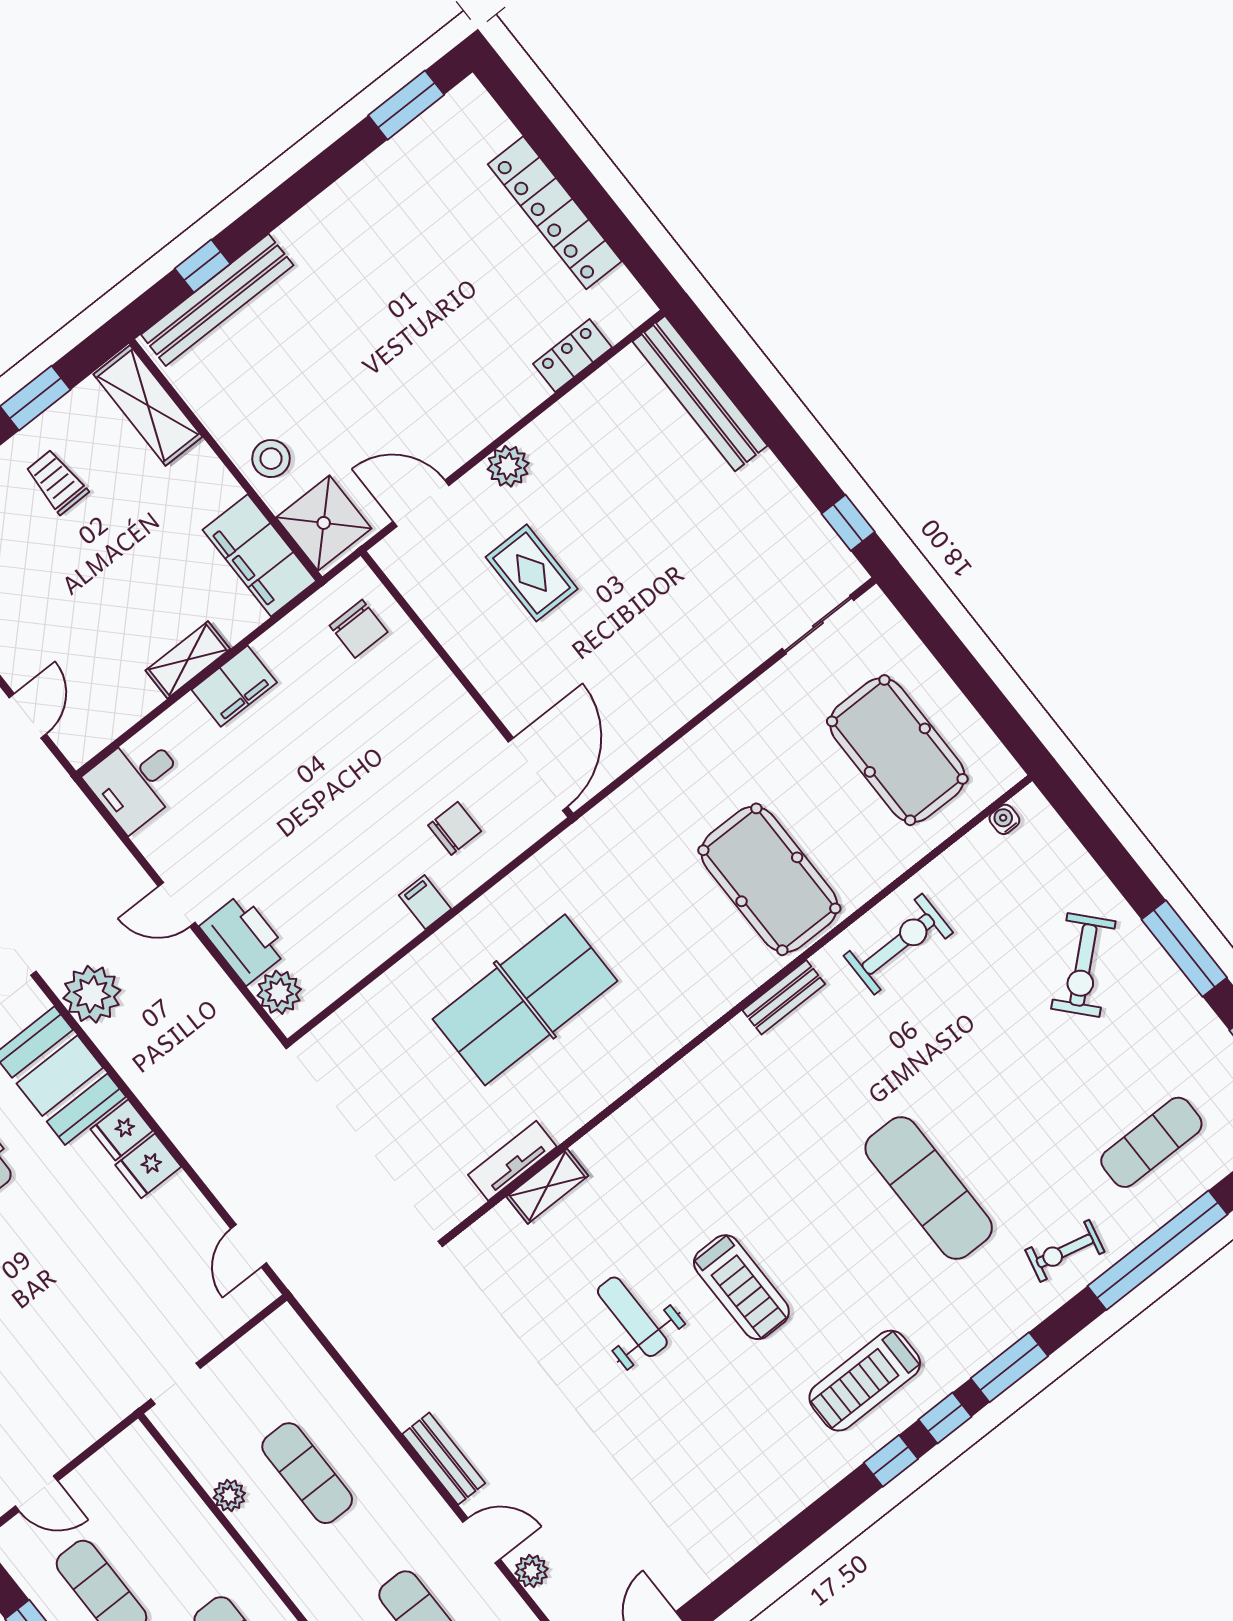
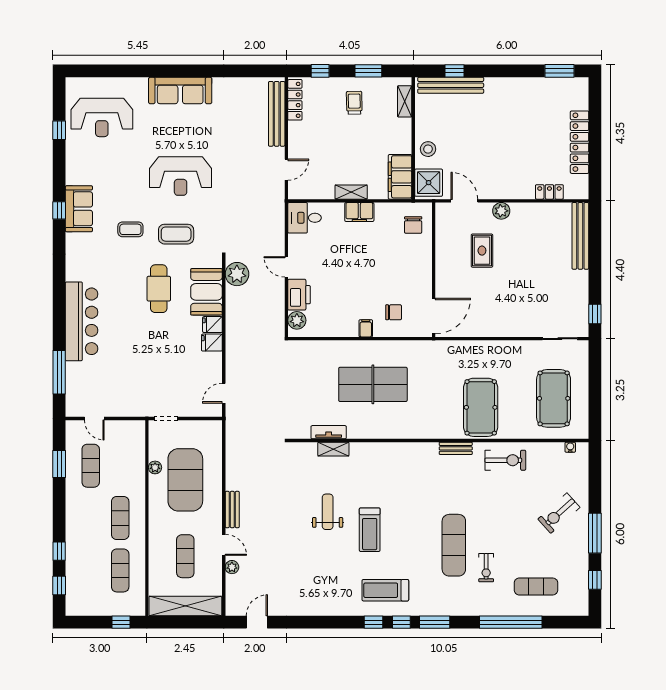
shelving: (148, 406) -> (405, 101), width x0.67, depth x0.75
exercise bike: (1065, 1251) -> (486, 568), moved, turned -103
exercise mat: (307, 1473) -> (185, 480), width x2.00, depth x1.45

